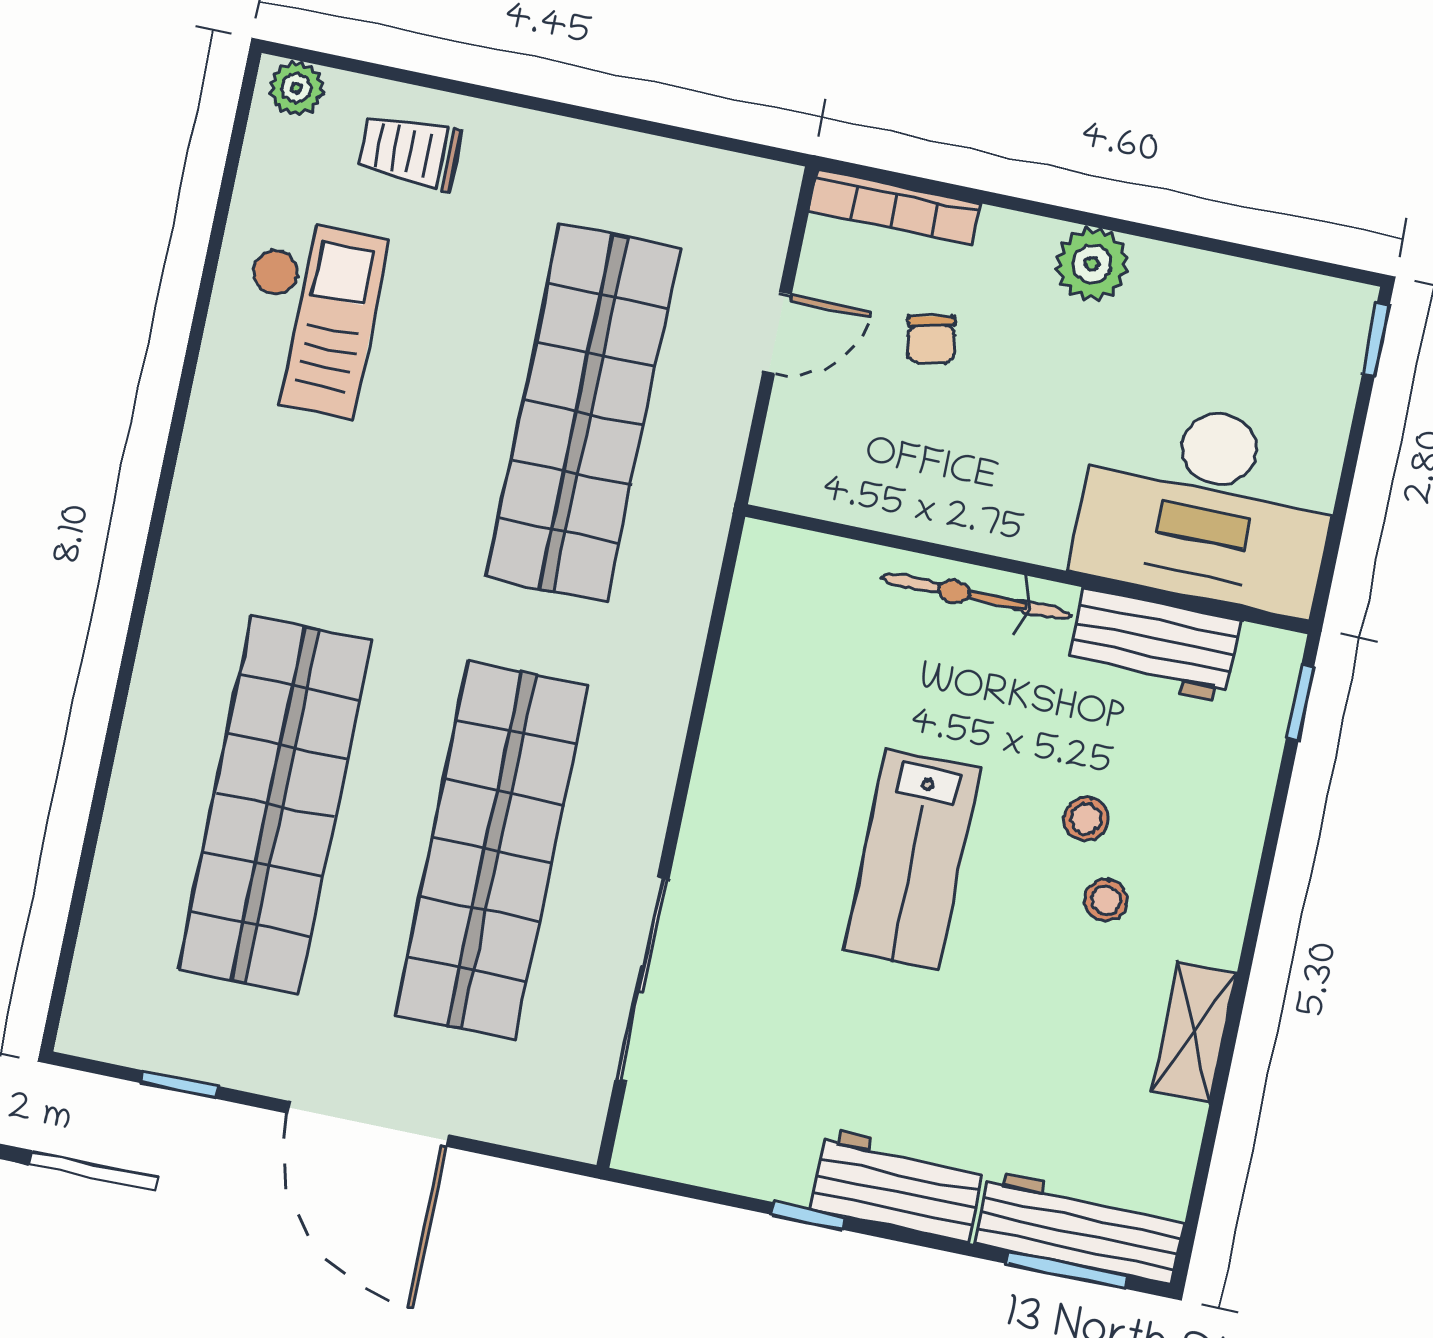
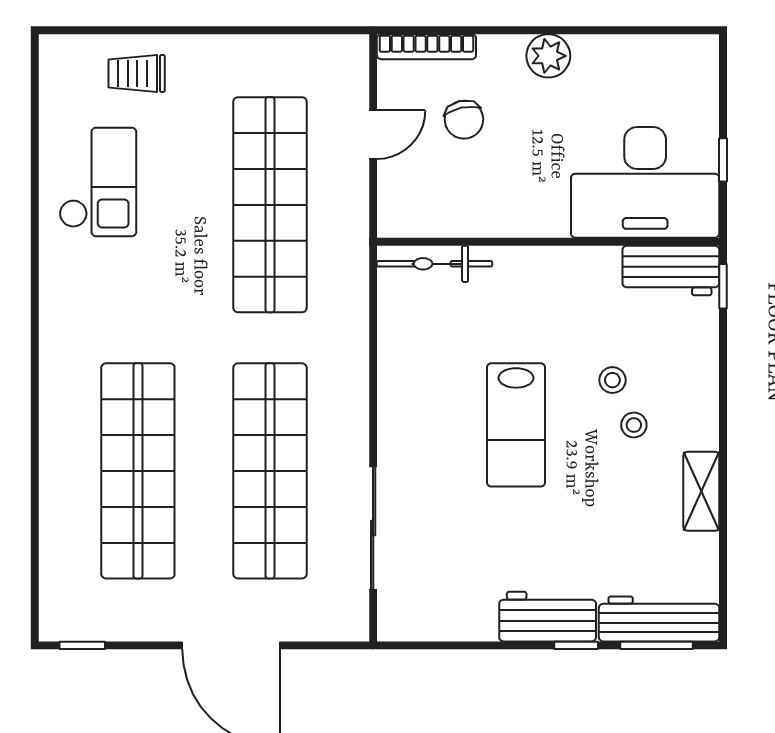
plant: (296, 88) -> (63, 50), removed
chair: (931, 340) -> (464, 120), width x1.37, depth x1.37
window: (1376, 340) -> (723, 160), moved
bicycle: (977, 596) -> (435, 264), moved
workbench: (1154, 645) -> (671, 271), moved
window: (179, 1085) -> (82, 645), moved
window: (809, 1216) -> (576, 645), moved

